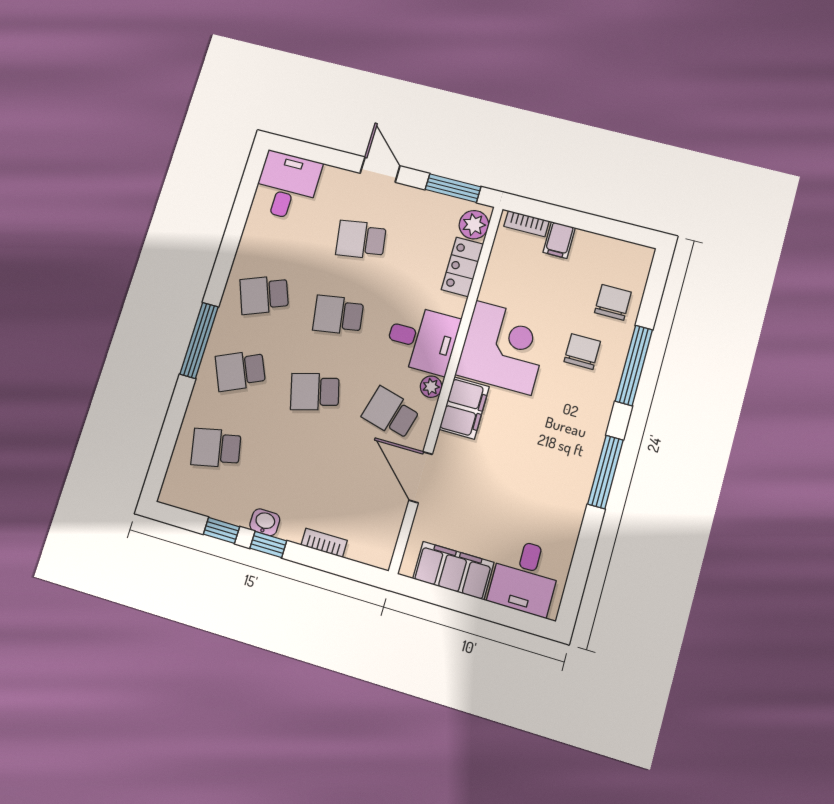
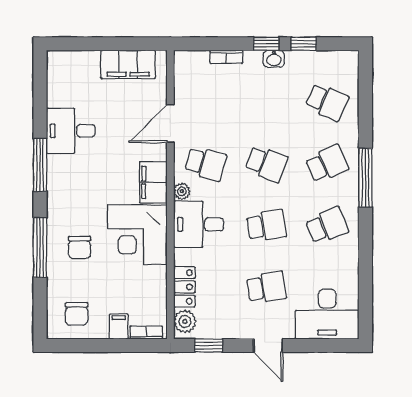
desk: (287, 186) -> (327, 314), width x1.37
window: (453, 188) -> (209, 345), width x0.67
chair: (613, 302) -> (77, 314), moved
school desk: (315, 392) -> (266, 164), turned 36
school desk: (216, 448) -> (327, 102), turned 36
door: (421, 477) -> (170, 124), swing flipped
desk: (525, 577) -> (71, 131), moved, turned -90

